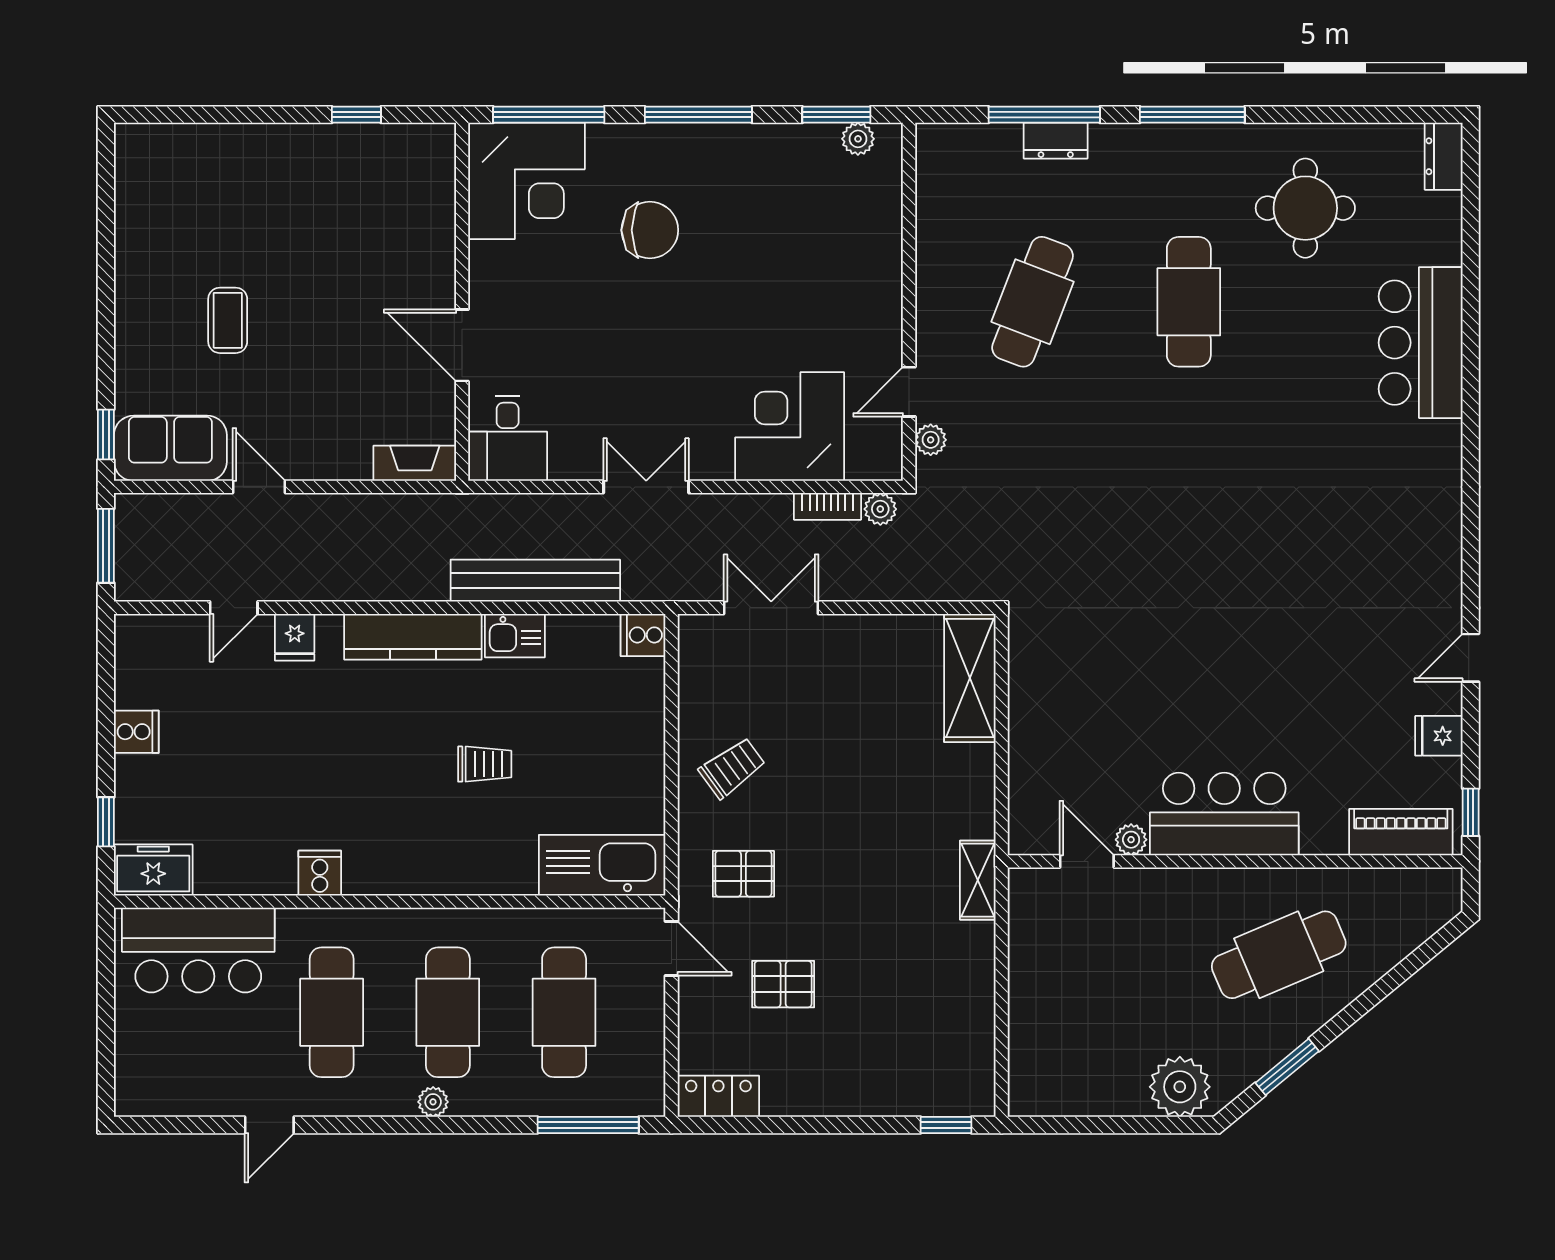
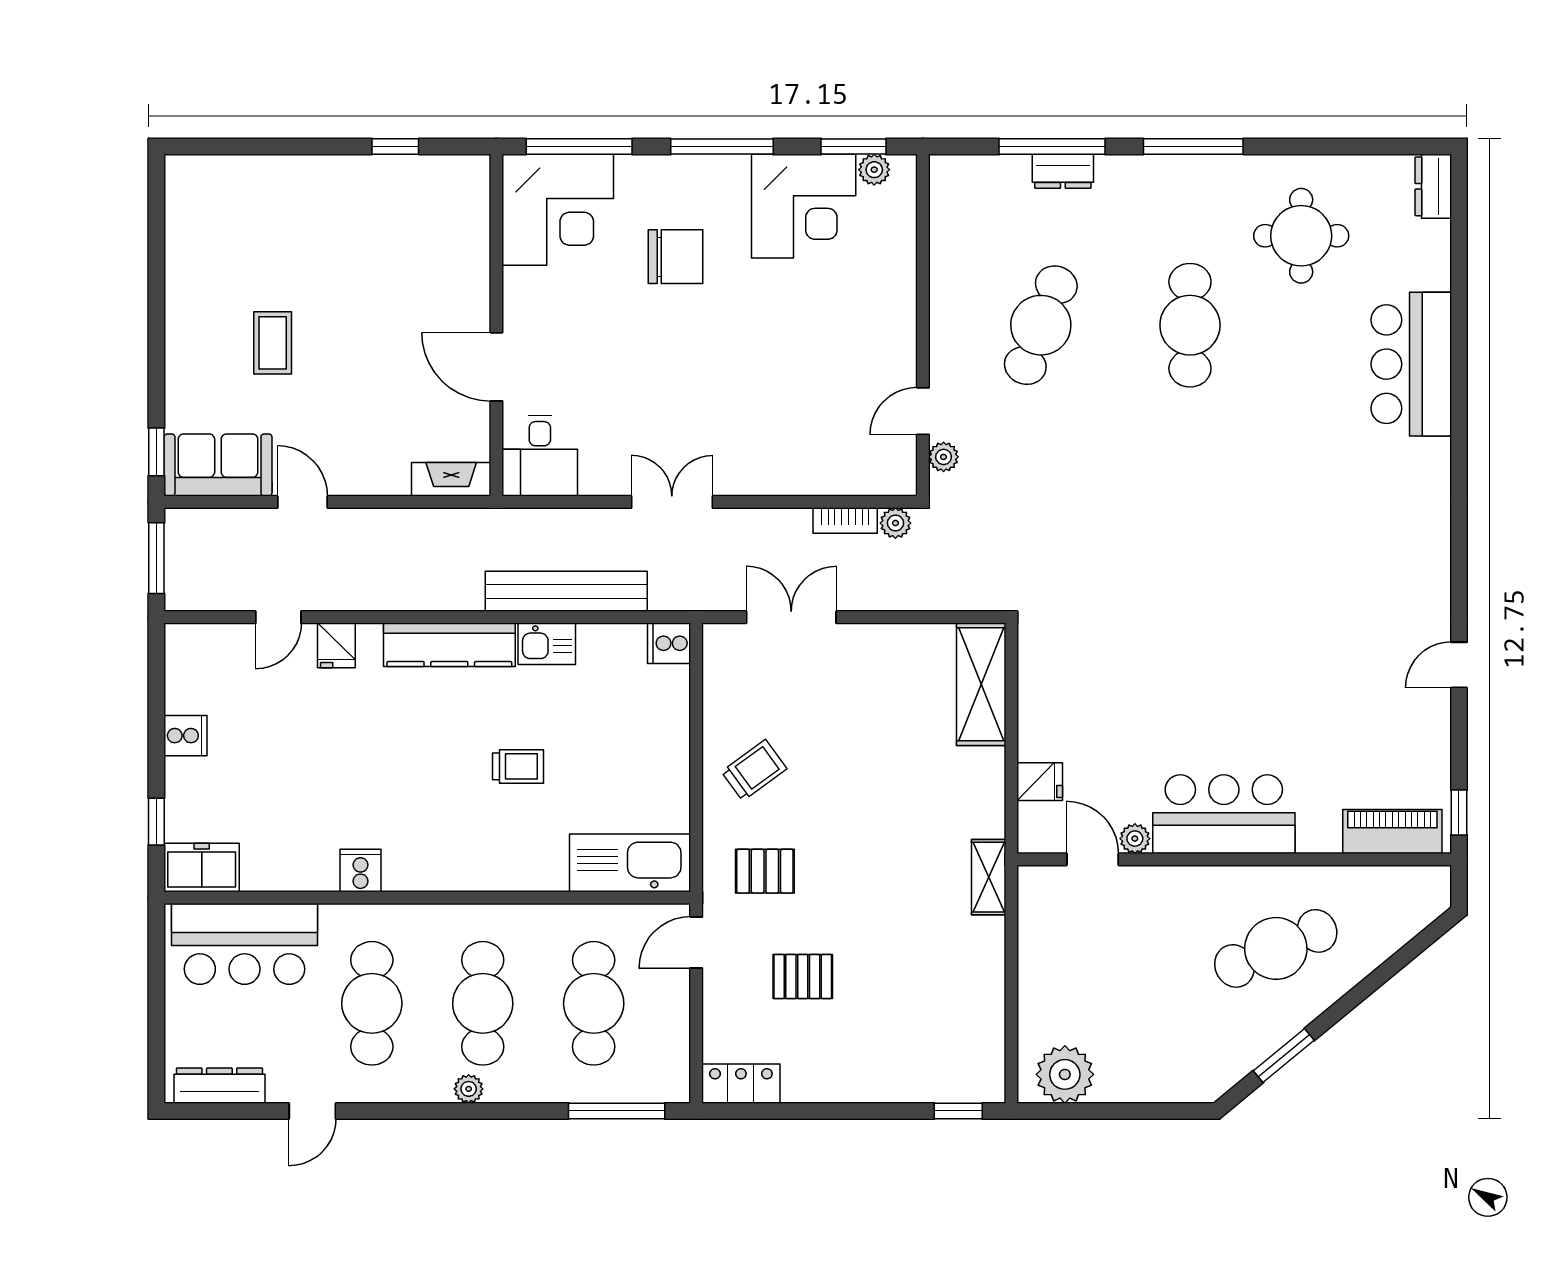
corner desk: (790, 426) -> (804, 206), moved, turned 180
fridge: (1439, 736) -> (1040, 782), moved, turned 180
door: (672, 949) -> (696, 942), swing flipped
plant: (1180, 1087) -> (1065, 1074), moved
dresser: (172, 1098) -> (219, 1086), added

